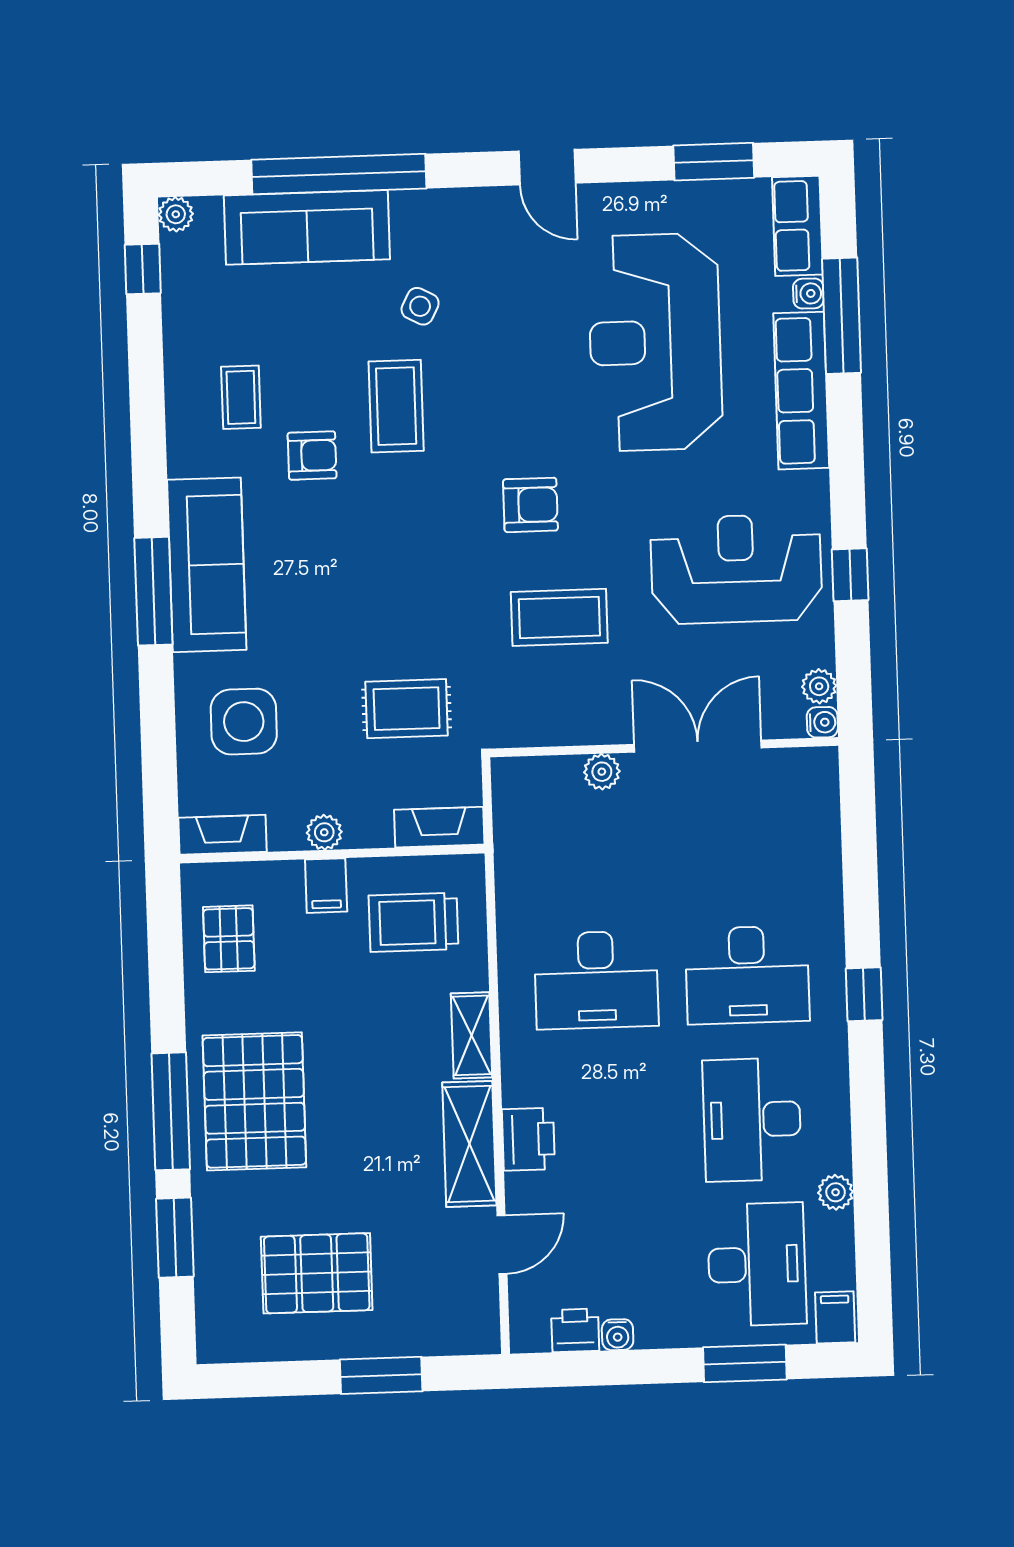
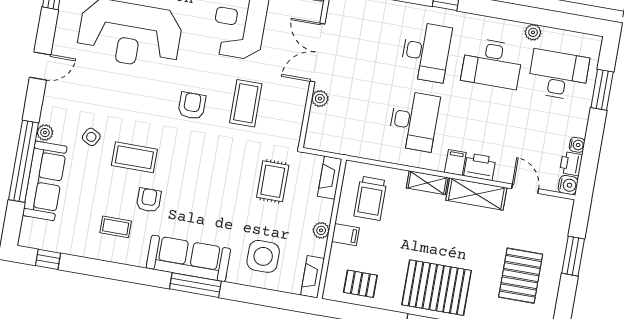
plant: (176, 214) -> (45, 132), moved
filing cabinet: (835, 1317) -> (455, 162), moved, turned 90
water cooler: (529, 1334) -> (568, 185), added

